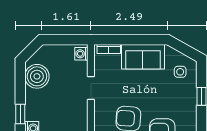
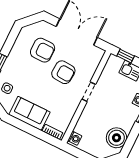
doorway: (91, 88) -> (89, 92), moved

